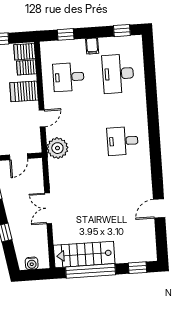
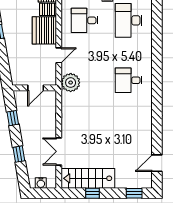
server rack: (24, 91) -> (44, 30), width x1.60
double door: (48, 208) -> (59, 151), moved
door: (159, 208) -> (157, 163), moved
window: (91, 271) -> (92, 193), width x0.32

